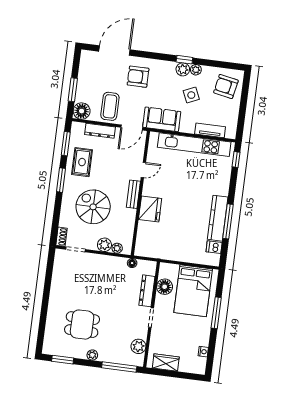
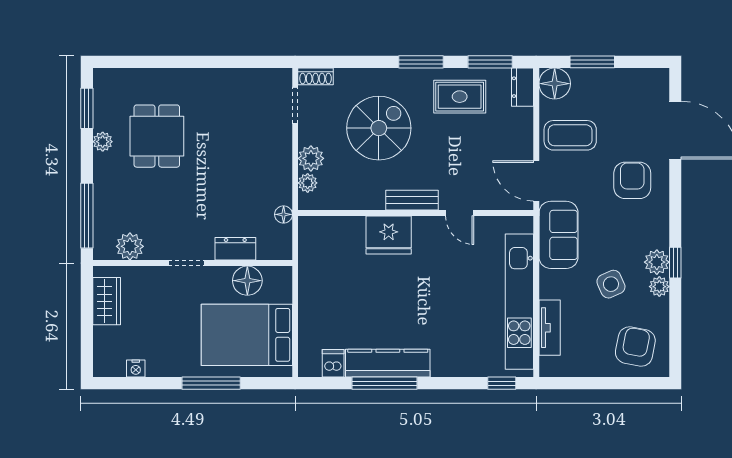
dresser: (100, 131) -> (522, 87), moved, width x0.70
dresser: (147, 291) -> (235, 249), width x0.70
plant: (92, 355) -> (103, 142), moved

